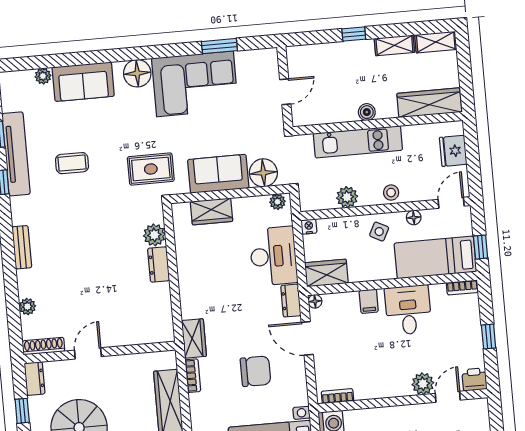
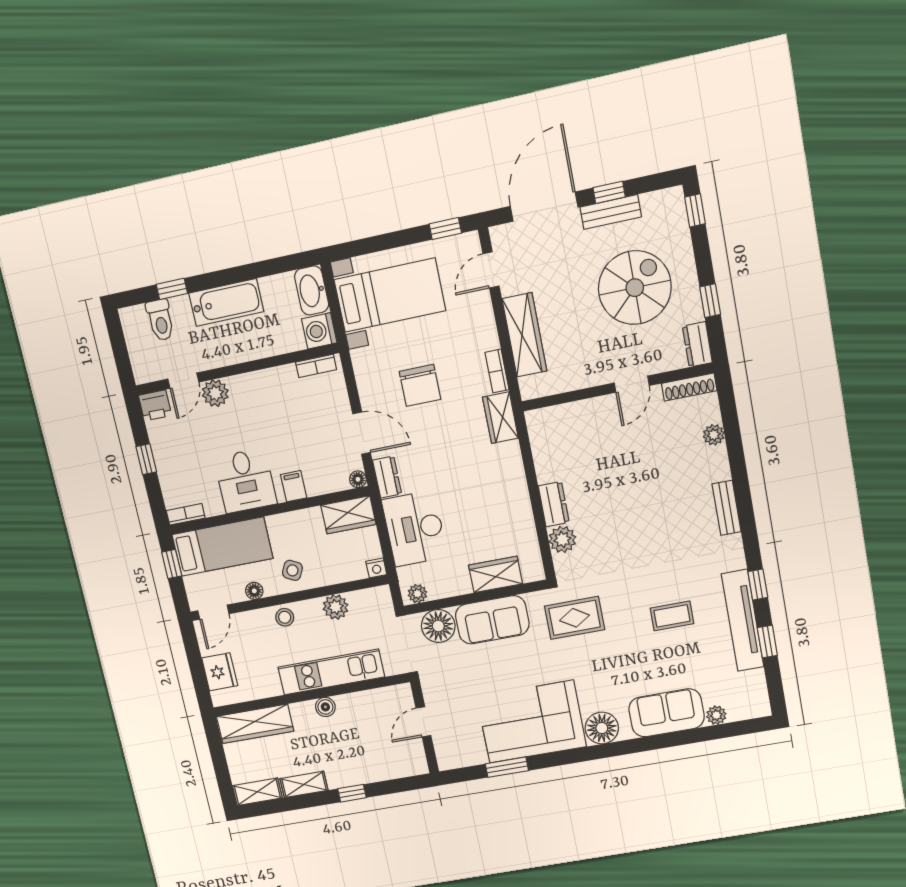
chair: (255, 371) -> (420, 385), turned -90

